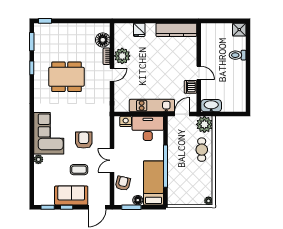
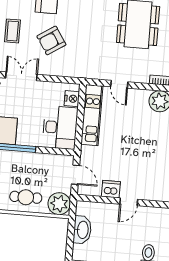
door: (112, 75) -> (119, 84), moved
kitchen unit: (152, 106) -> (92, 115), moved
washbasin: (211, 106) -> (82, 230), moved
armchair: (84, 140) -> (51, 40), turned 147

